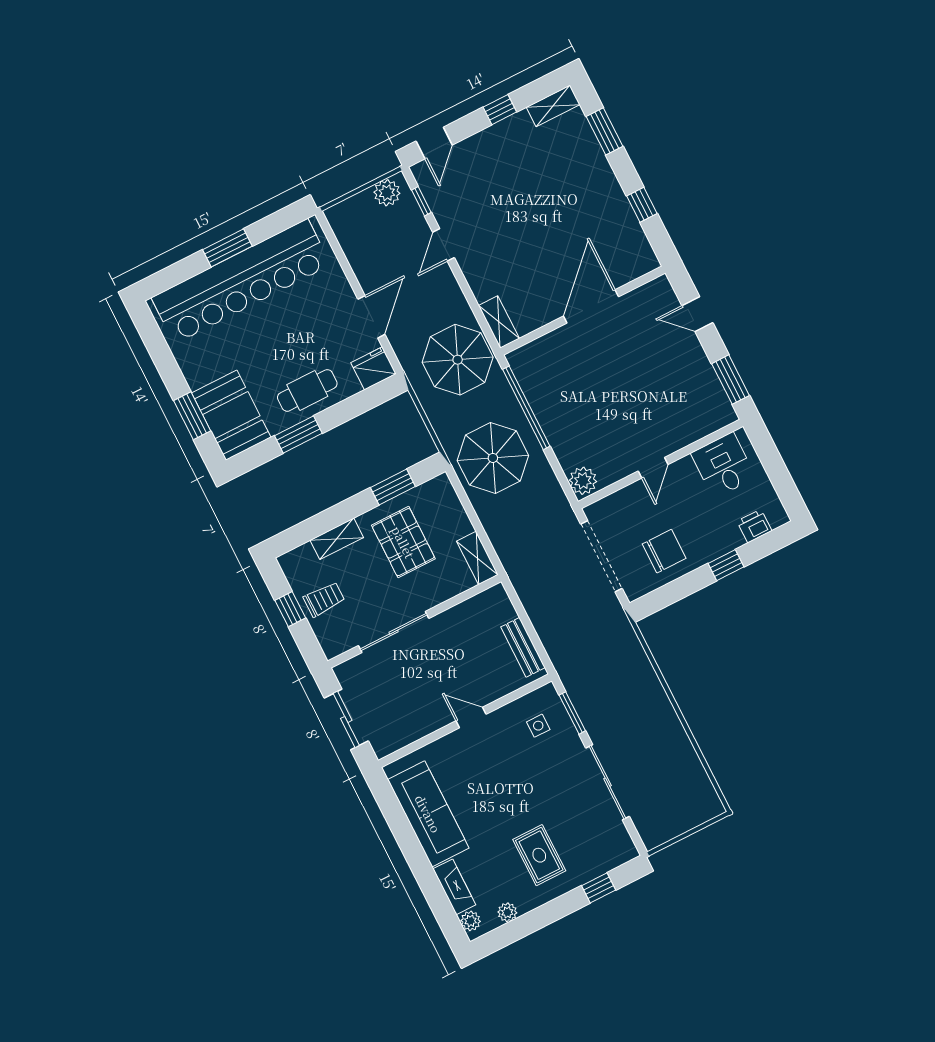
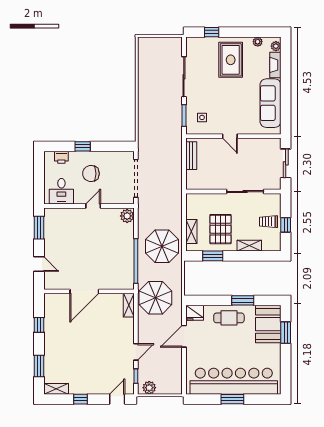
chair: (664, 551) -> (91, 174), moved
shelving: (477, 558) -> (191, 232), moved
rug: (539, 855) -> (231, 60), width x1.36, depth x1.43

